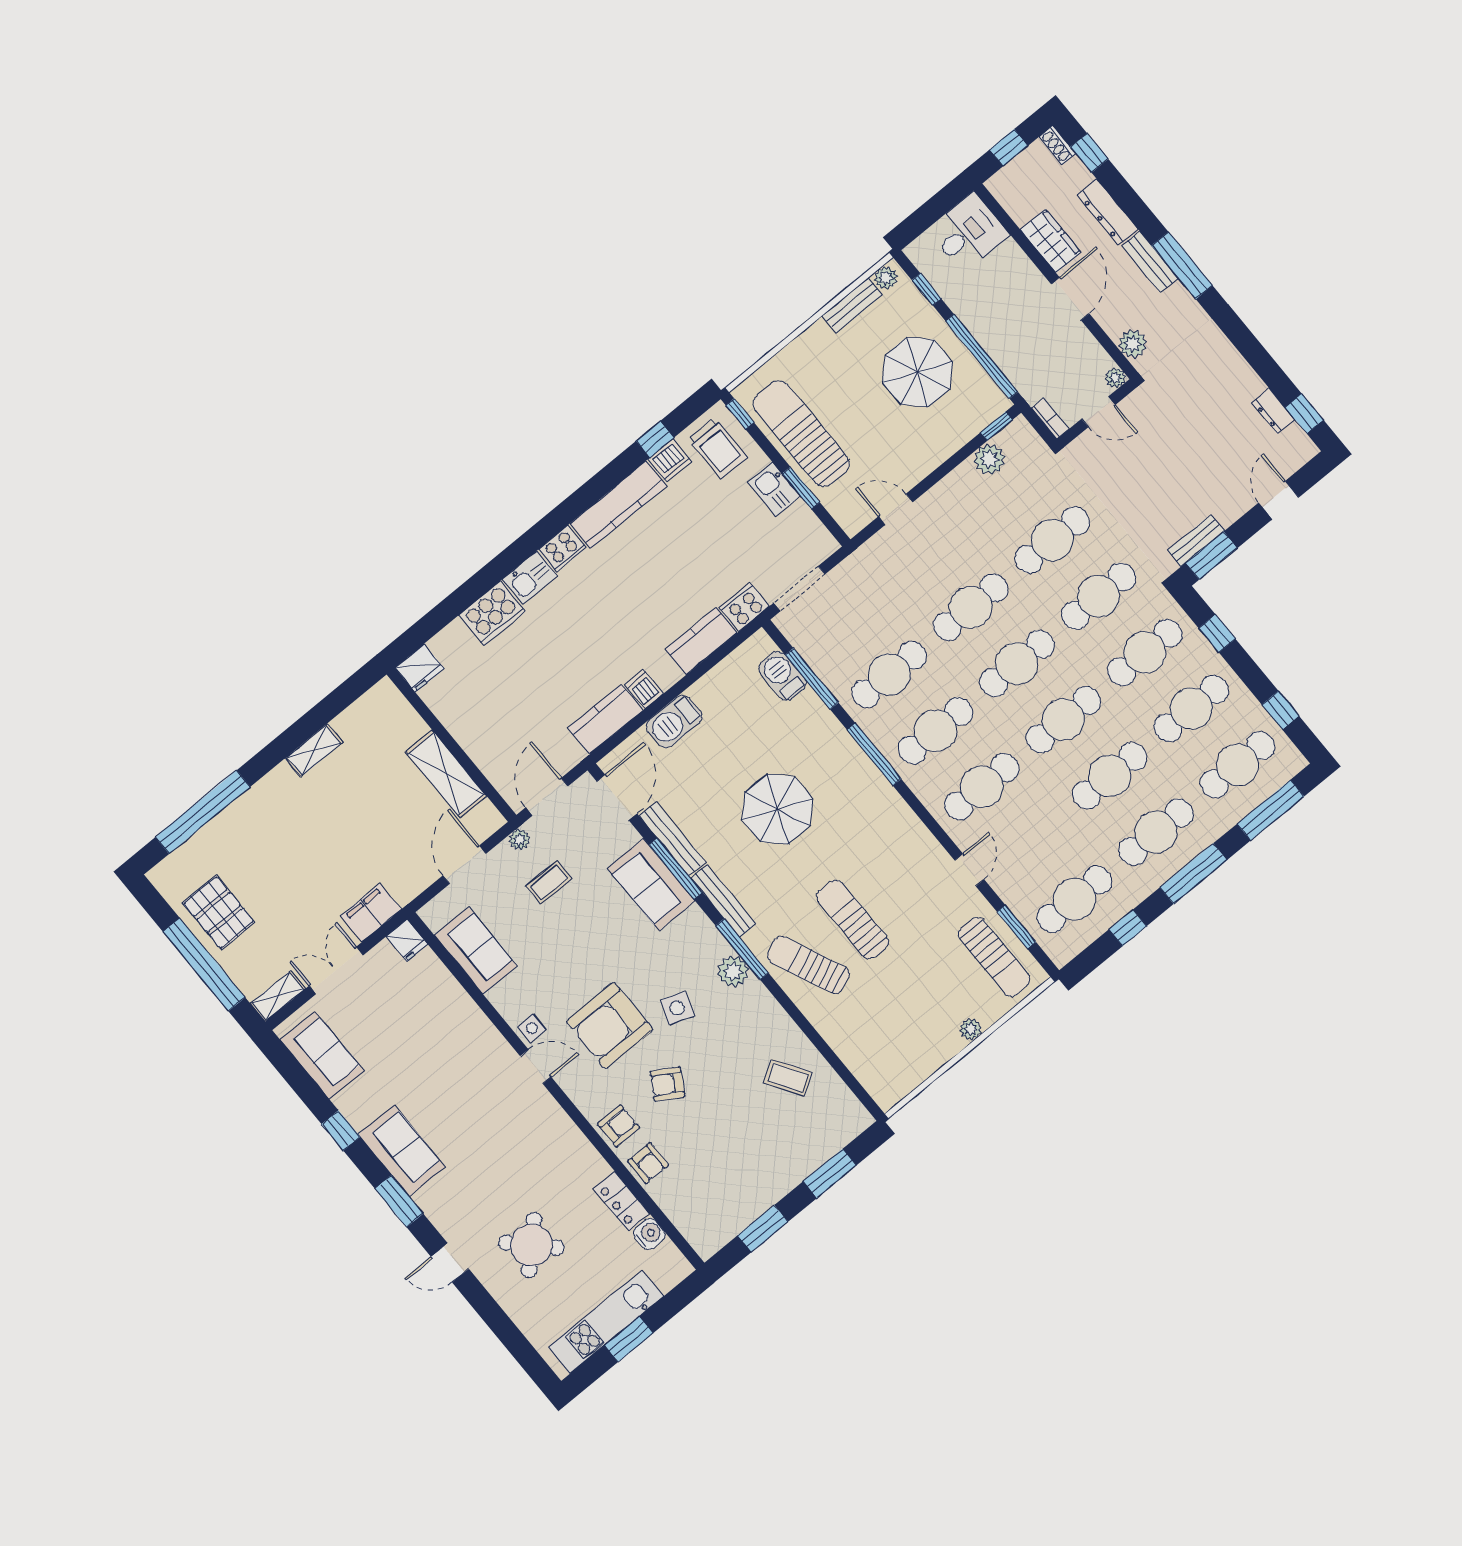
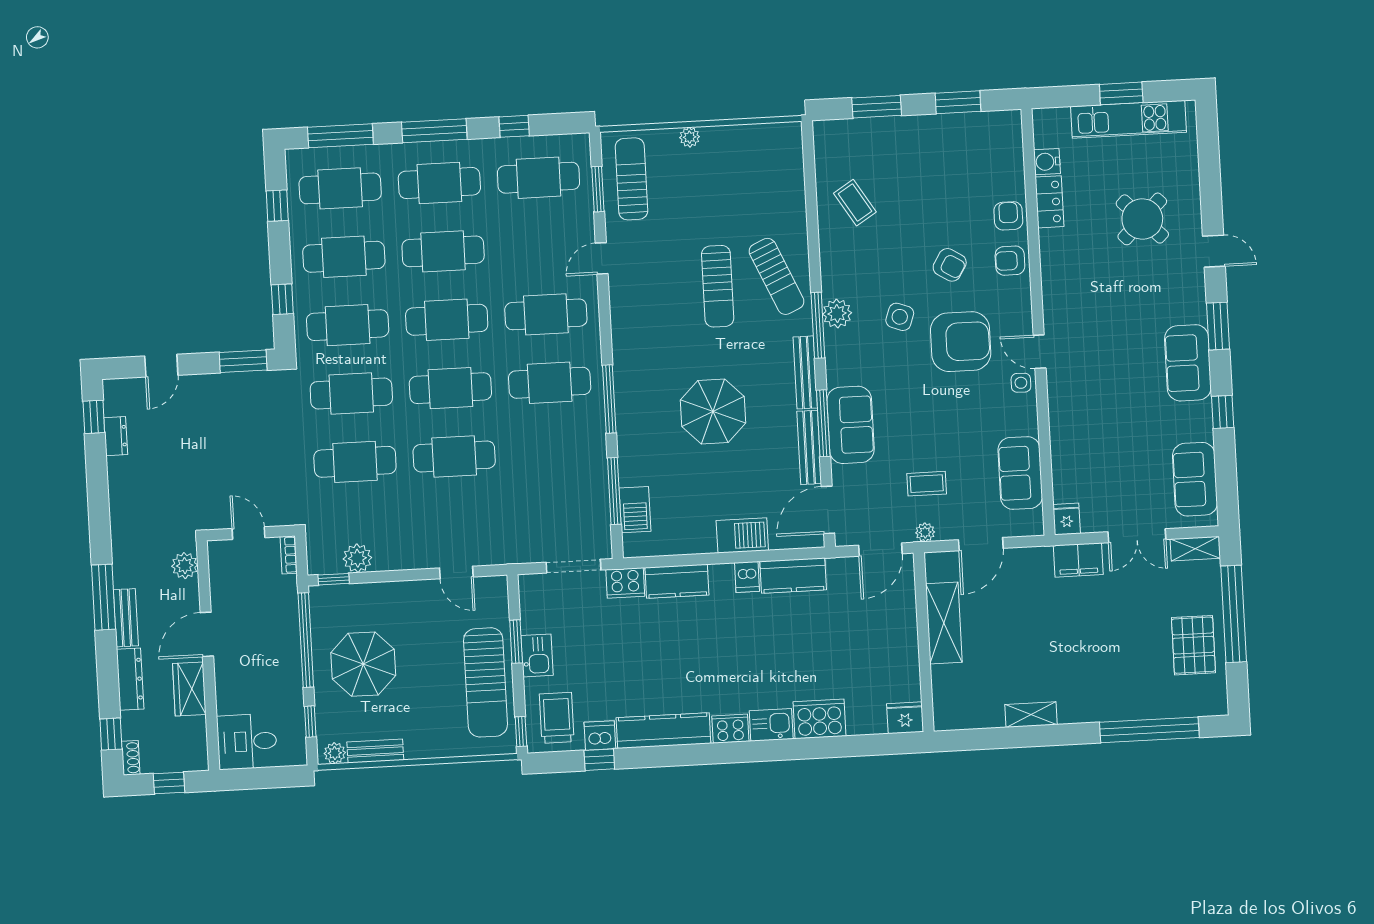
plant: (1115, 378) -> (217, 549), removed
bench: (1196, 541) -> (247, 381), removed
cafe table: (889, 674) -> (553, 451), removed

